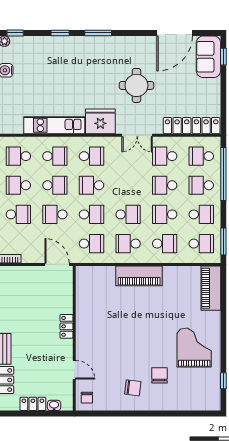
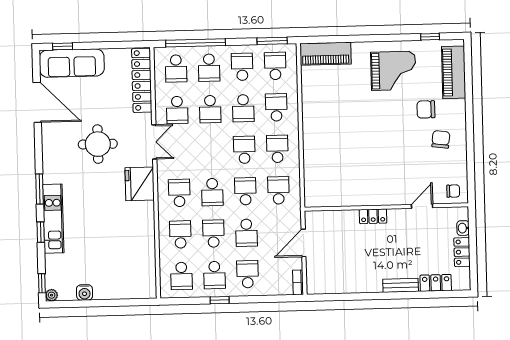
sofa: (208, 57) -> (72, 63), width x1.36
kitchen unit: (54, 125) -> (53, 219), moved, turned 180
school desk: (128, 244) -> (277, 149), turned 180
door: (57, 264) -> (304, 243), moved
piano: (139, 276) -> (454, 72), moved, turned 180
grand piano: (194, 348) -> (393, 71), turned 180

